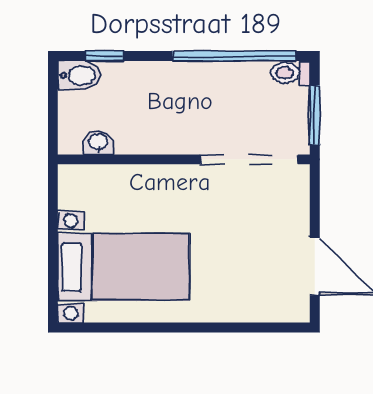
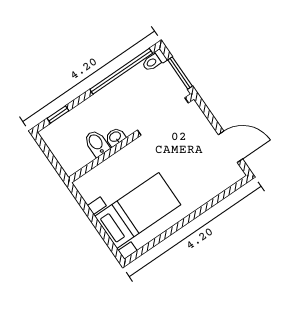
bidet: (79, 75) -> (97, 143), moved, turned -90
washbasin: (98, 142) -> (115, 137), moved

